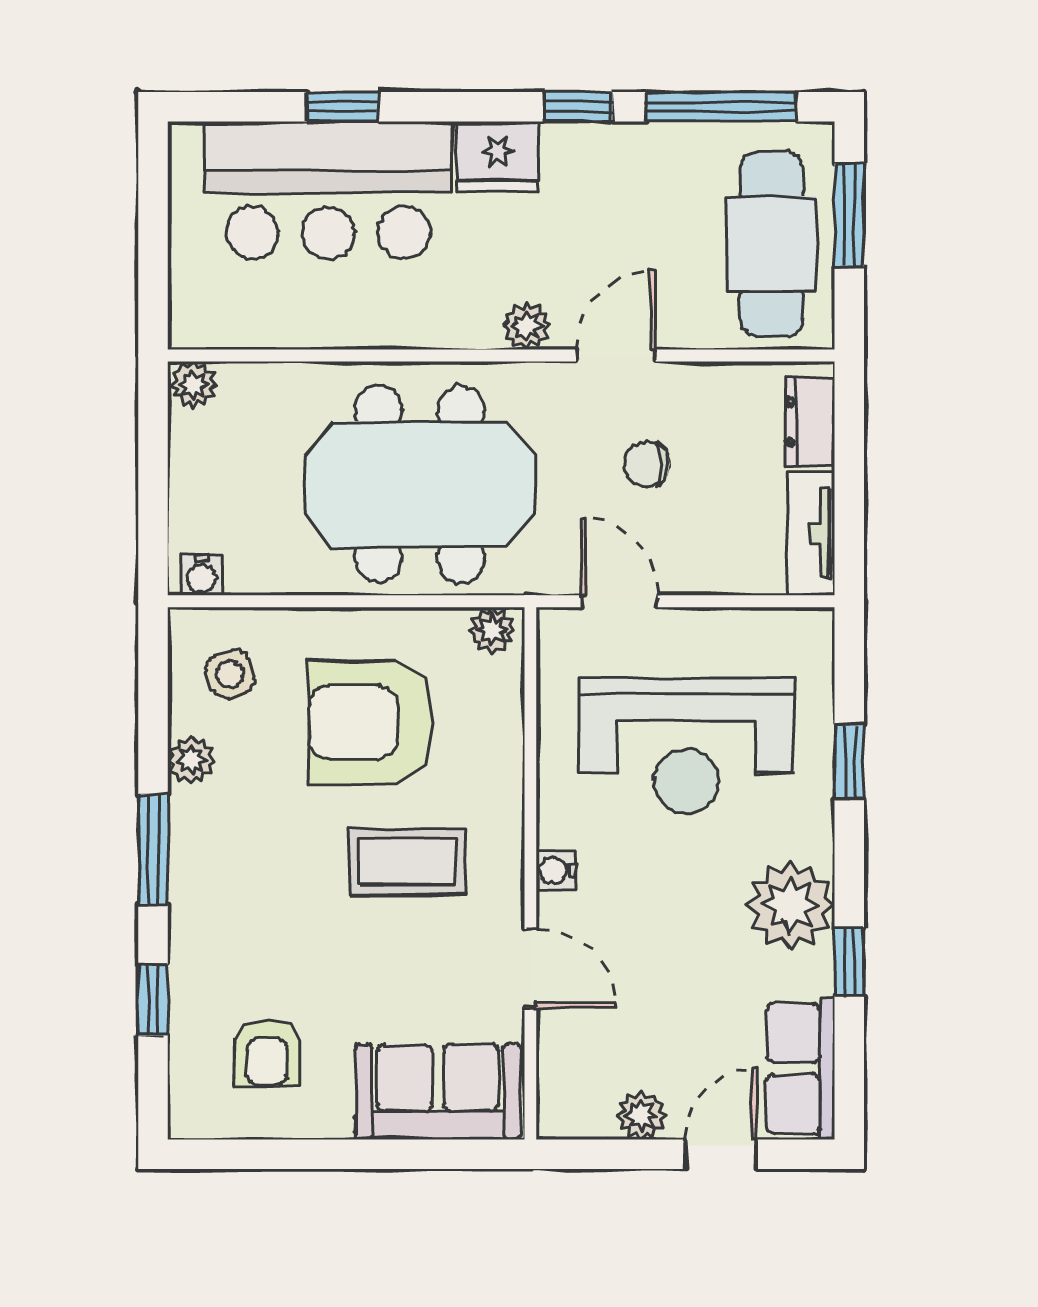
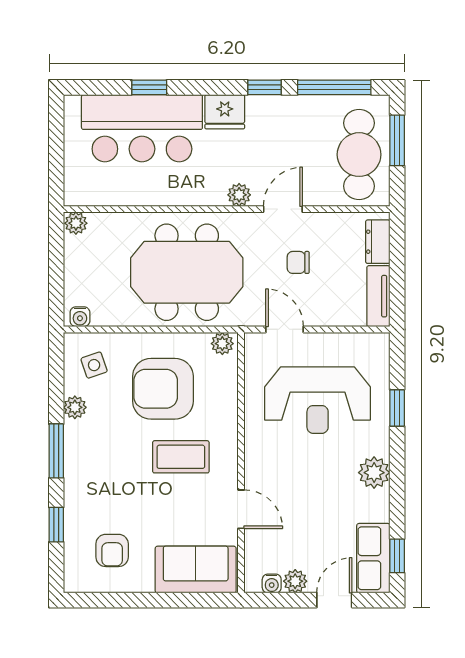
water cooler: (556, 870) -> (272, 584), moved, turned -90
plant: (790, 905) -> (374, 473), width x0.73, depth x0.73
window: (849, 962) -> (397, 556), moved

